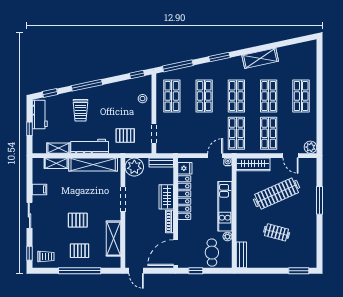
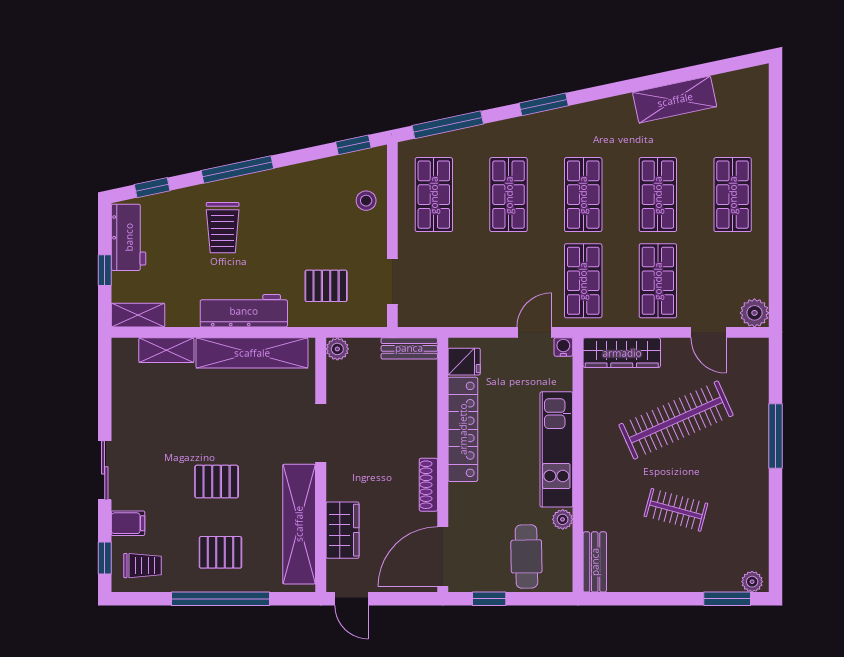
shelving: (260, 58) -> (675, 100), moved
shelving: (58, 148) -> (138, 315), moved
plant: (134, 167) -> (337, 349), width x0.53, depth x0.53
filing cabinet: (40, 189) -> (128, 523), moved
wardrobe: (166, 197) -> (343, 530), moved, turned 180
shelving: (114, 239) -> (299, 524), width x1.47
plant: (309, 263) -> (752, 582), added

